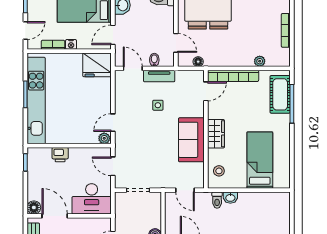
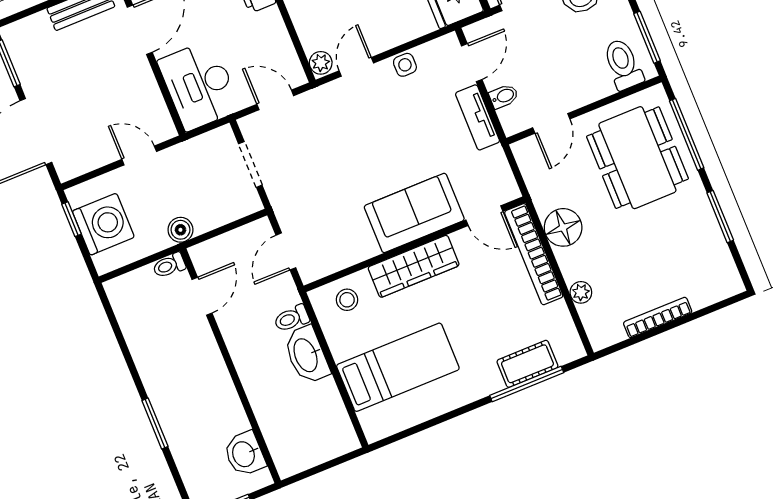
floor lamp: (198, 62) -> (563, 227), moved, width x1.89, depth x1.89
cot: (280, 94) -> (527, 364), width x0.73, depth x0.75
side table: (158, 105) -> (405, 65), moved
door: (113, 123) -> (356, 67), hinge flipped
wardrobe: (216, 134) -> (414, 266), width x1.50
sofa: (191, 140) -> (414, 213), moved
door: (113, 166) -> (275, 100), hinge flipped
washbasin: (230, 198) -> (306, 355), width x1.91, depth x1.45

